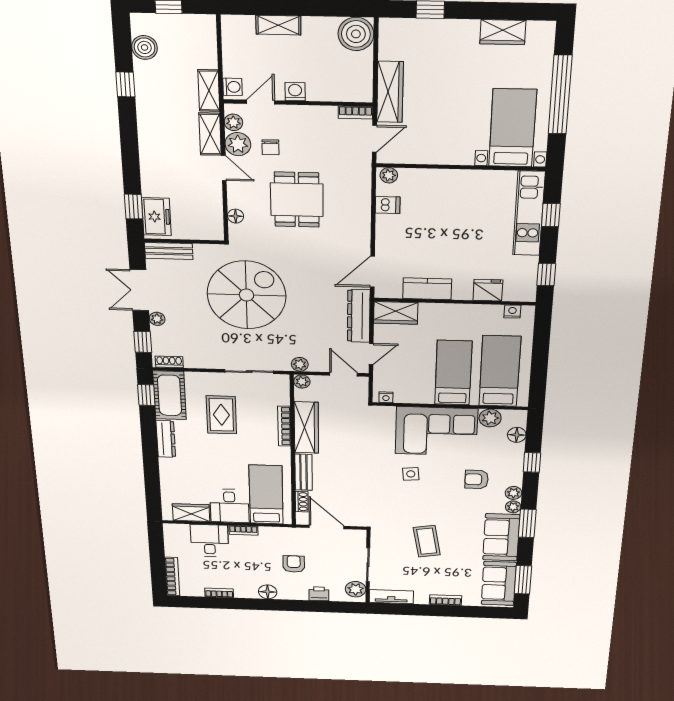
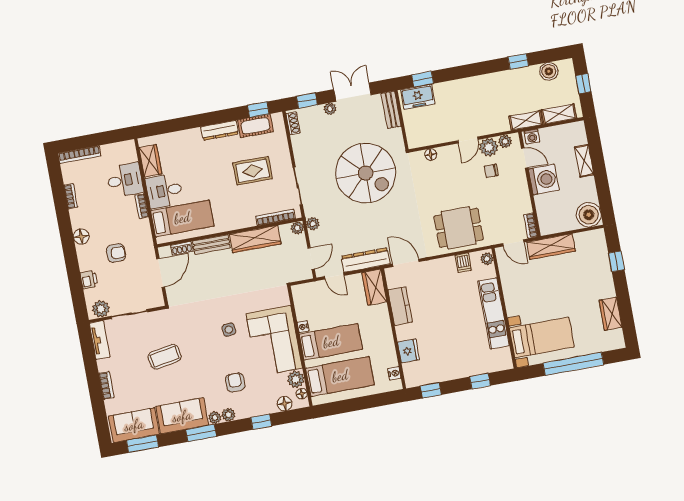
washing machine: (295, 92) -> (544, 180), width x1.89, depth x1.89
shelving: (210, 134) -> (559, 114), moved
dining table: (297, 200) -> (459, 228), moved
kitchen unit: (529, 214) -> (494, 313), moved, turned -90
cot: (170, 395) -> (255, 126), width x0.73, depth x0.75
nightstand: (386, 397) -> (303, 327), moved
floor lamp: (510, 415) -> (302, 394), added
bookcase: (284, 426) -> (275, 217), moved

